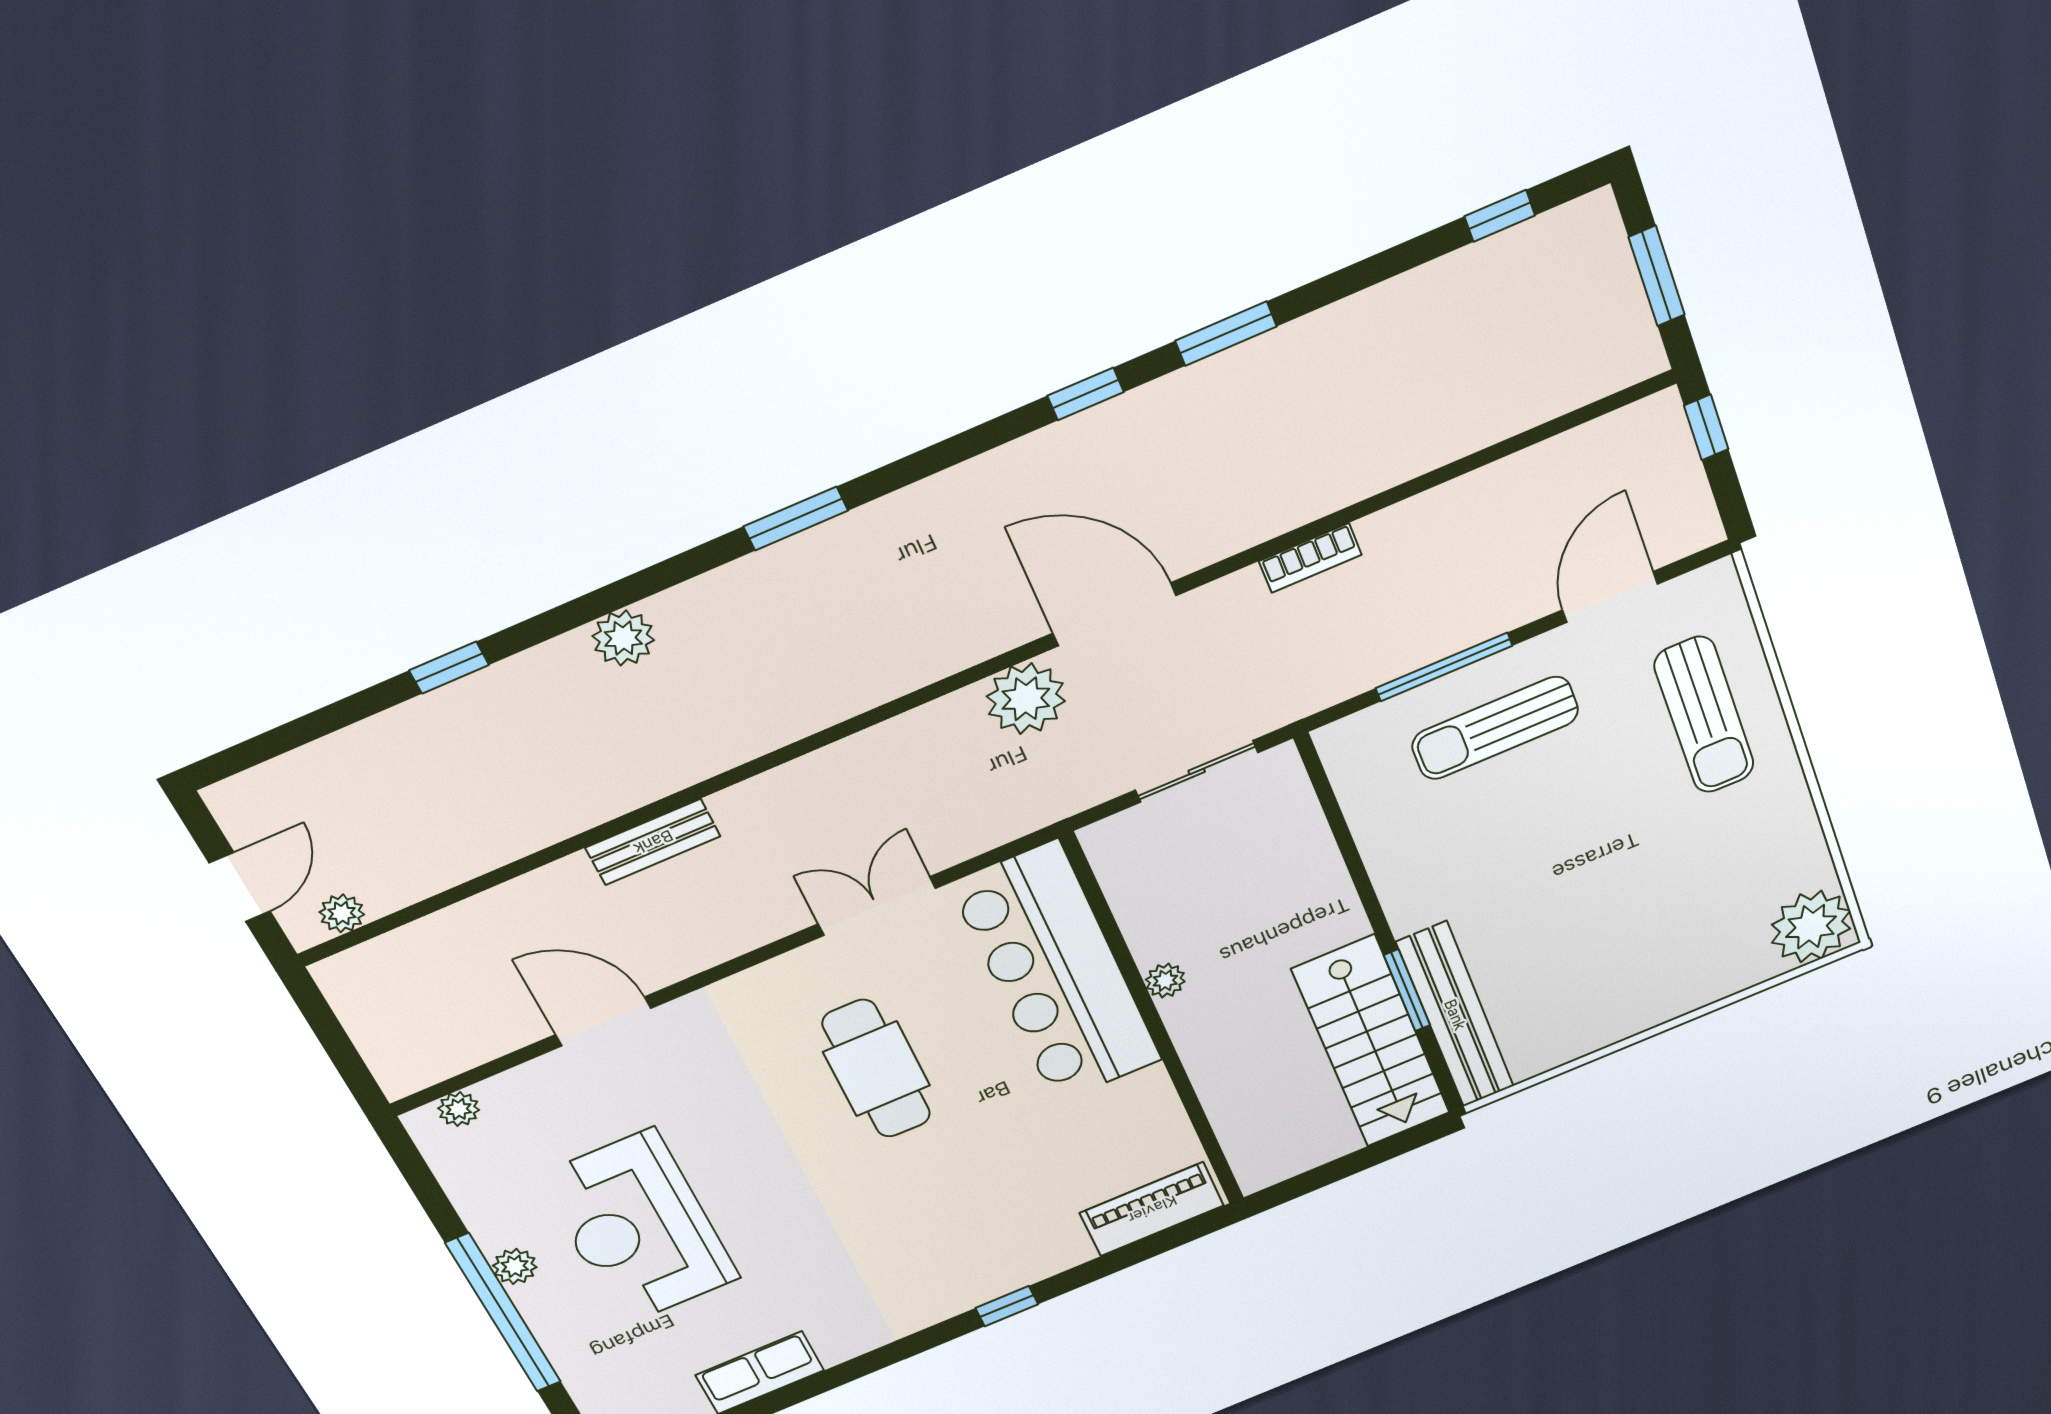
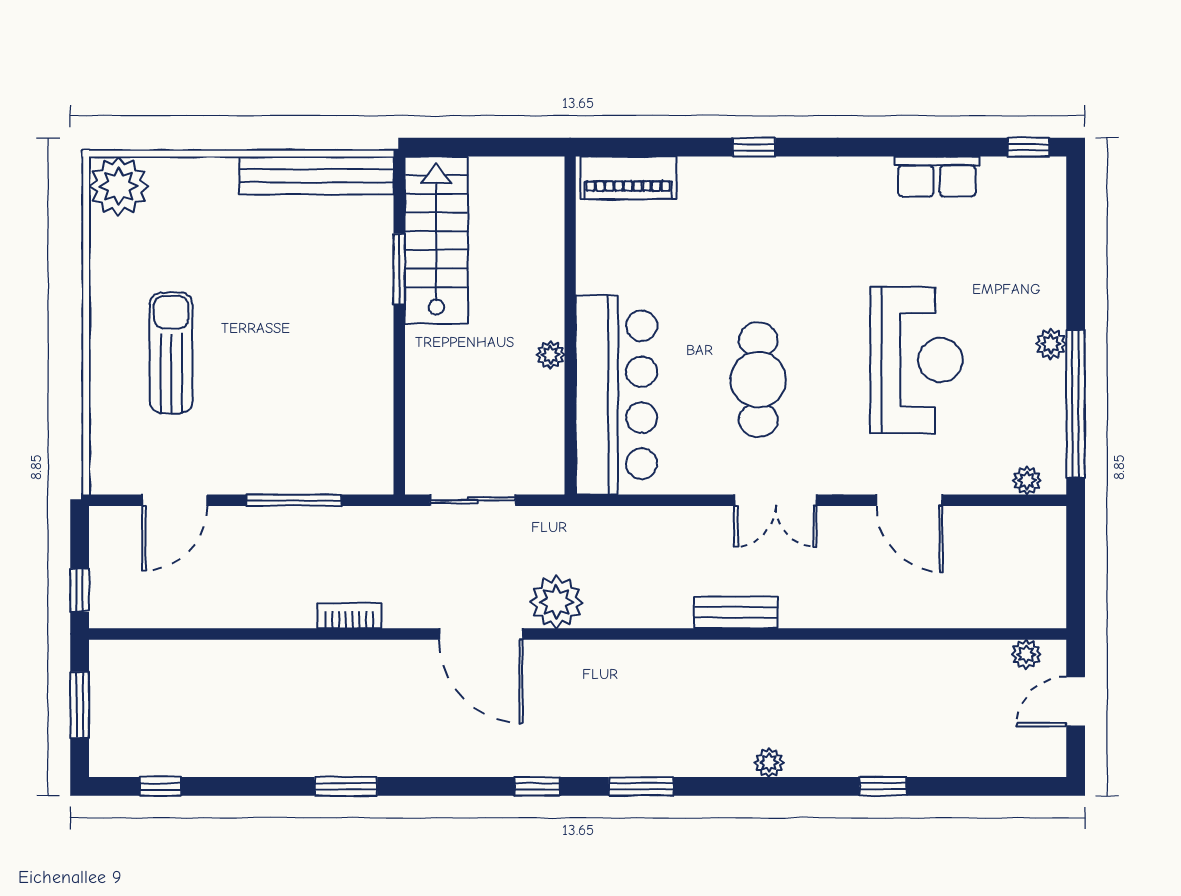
window: (1085, 394) -> (537, 786), moved
plant: (623, 638) -> (769, 763), width x0.73, depth x0.73
sun lounger: (1704, 715) -> (171, 353), moved
sun lounger: (1495, 728) -> (276, 441), removed
bench: (653, 842) -> (736, 612), moved
double door: (877, 906) -> (776, 500), moved
bench: (1455, 1015) -> (316, 176), moved, turned 90
reception desk: (639, 1228) -> (917, 360), moved
window: (503, 1313) -> (1076, 404), moved

